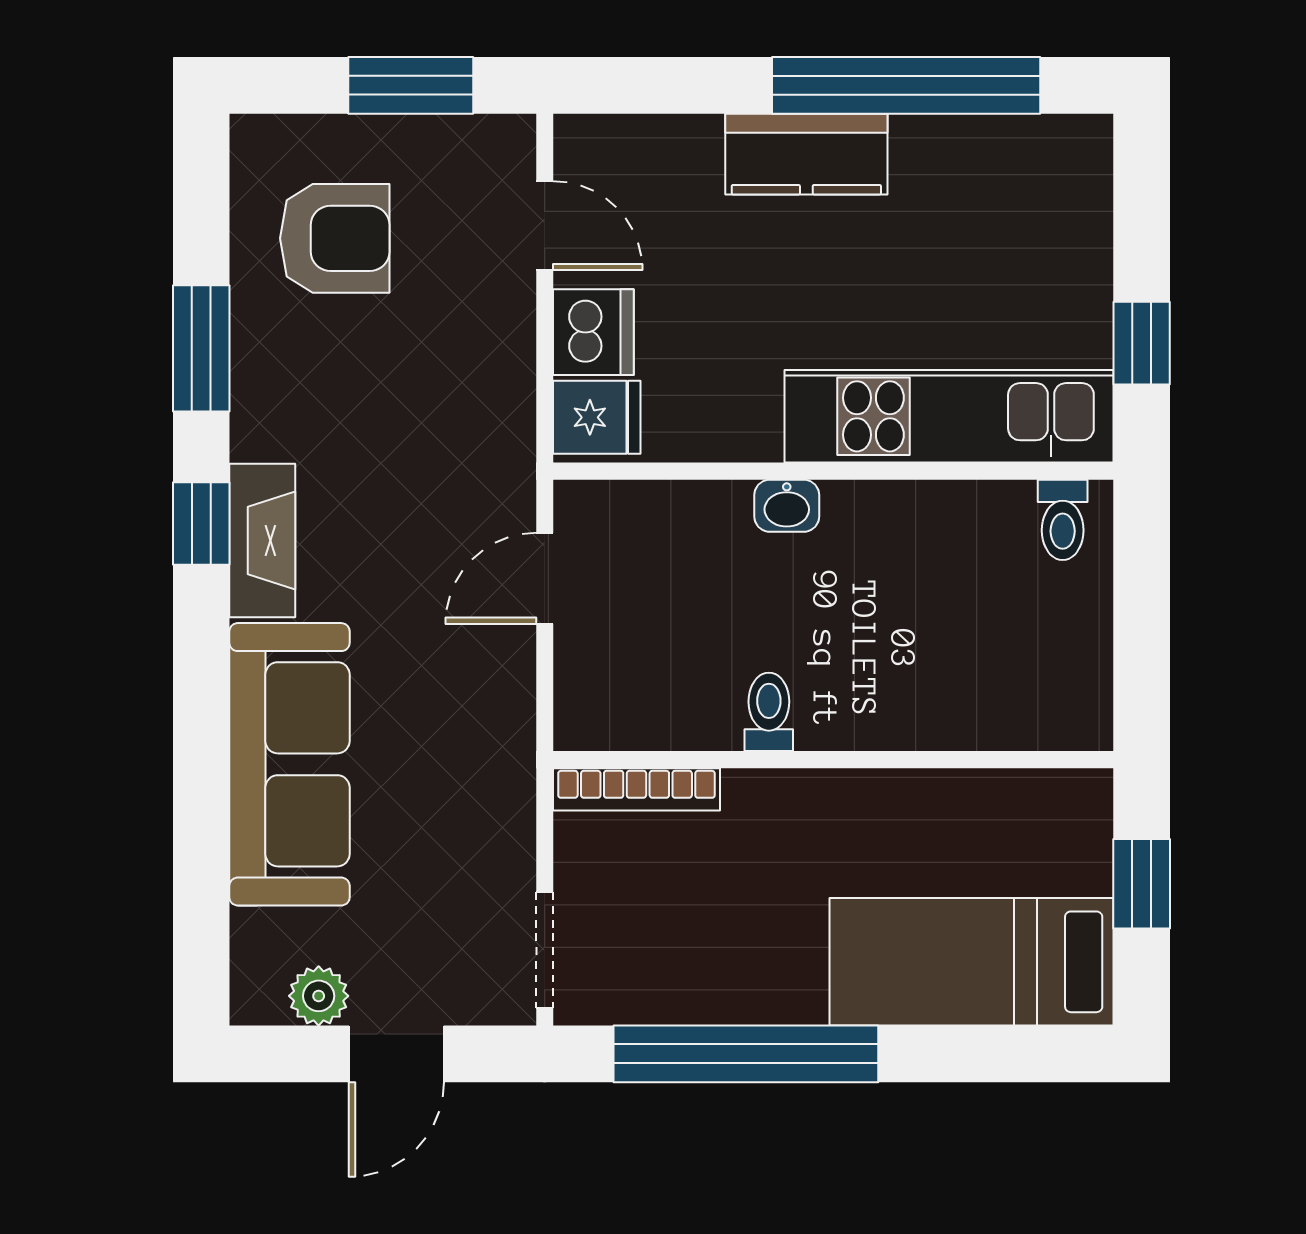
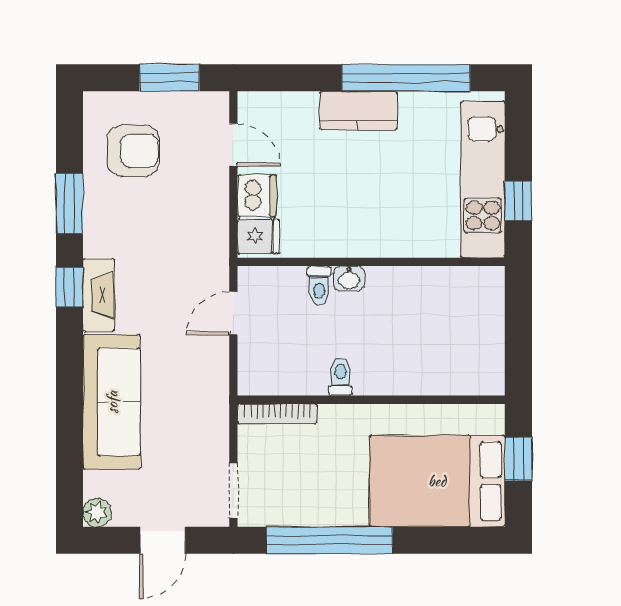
kitchen unit: (949, 416) -> (483, 179), moved, turned -90
toilet: (1063, 520) -> (319, 285), moved
bed: (972, 962) -> (437, 481), width x1.50
plant: (319, 996) -> (97, 513), moved

